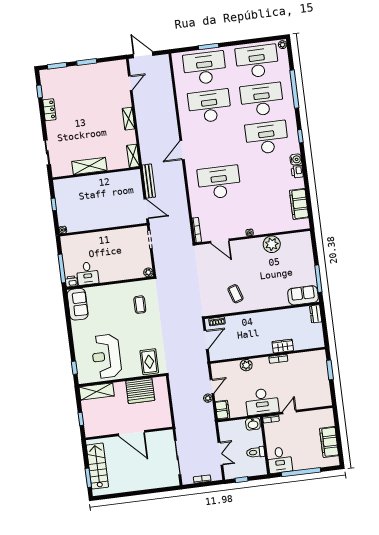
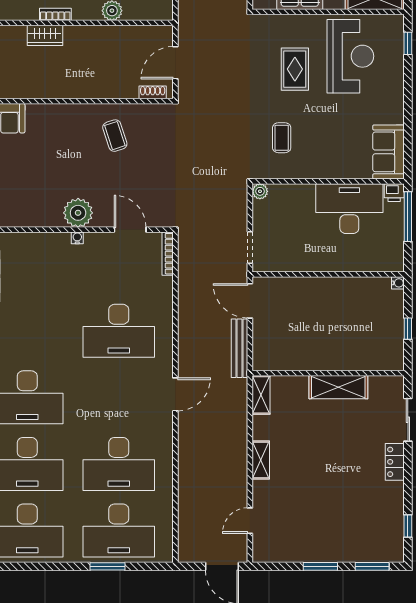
locker: (49, 110) -> (395, 462), moved
plant: (272, 244) -> (78, 213), moved
desk: (87, 273) -> (349, 209), width x1.87, depth x1.30
rug: (149, 362) -> (295, 69), moved

